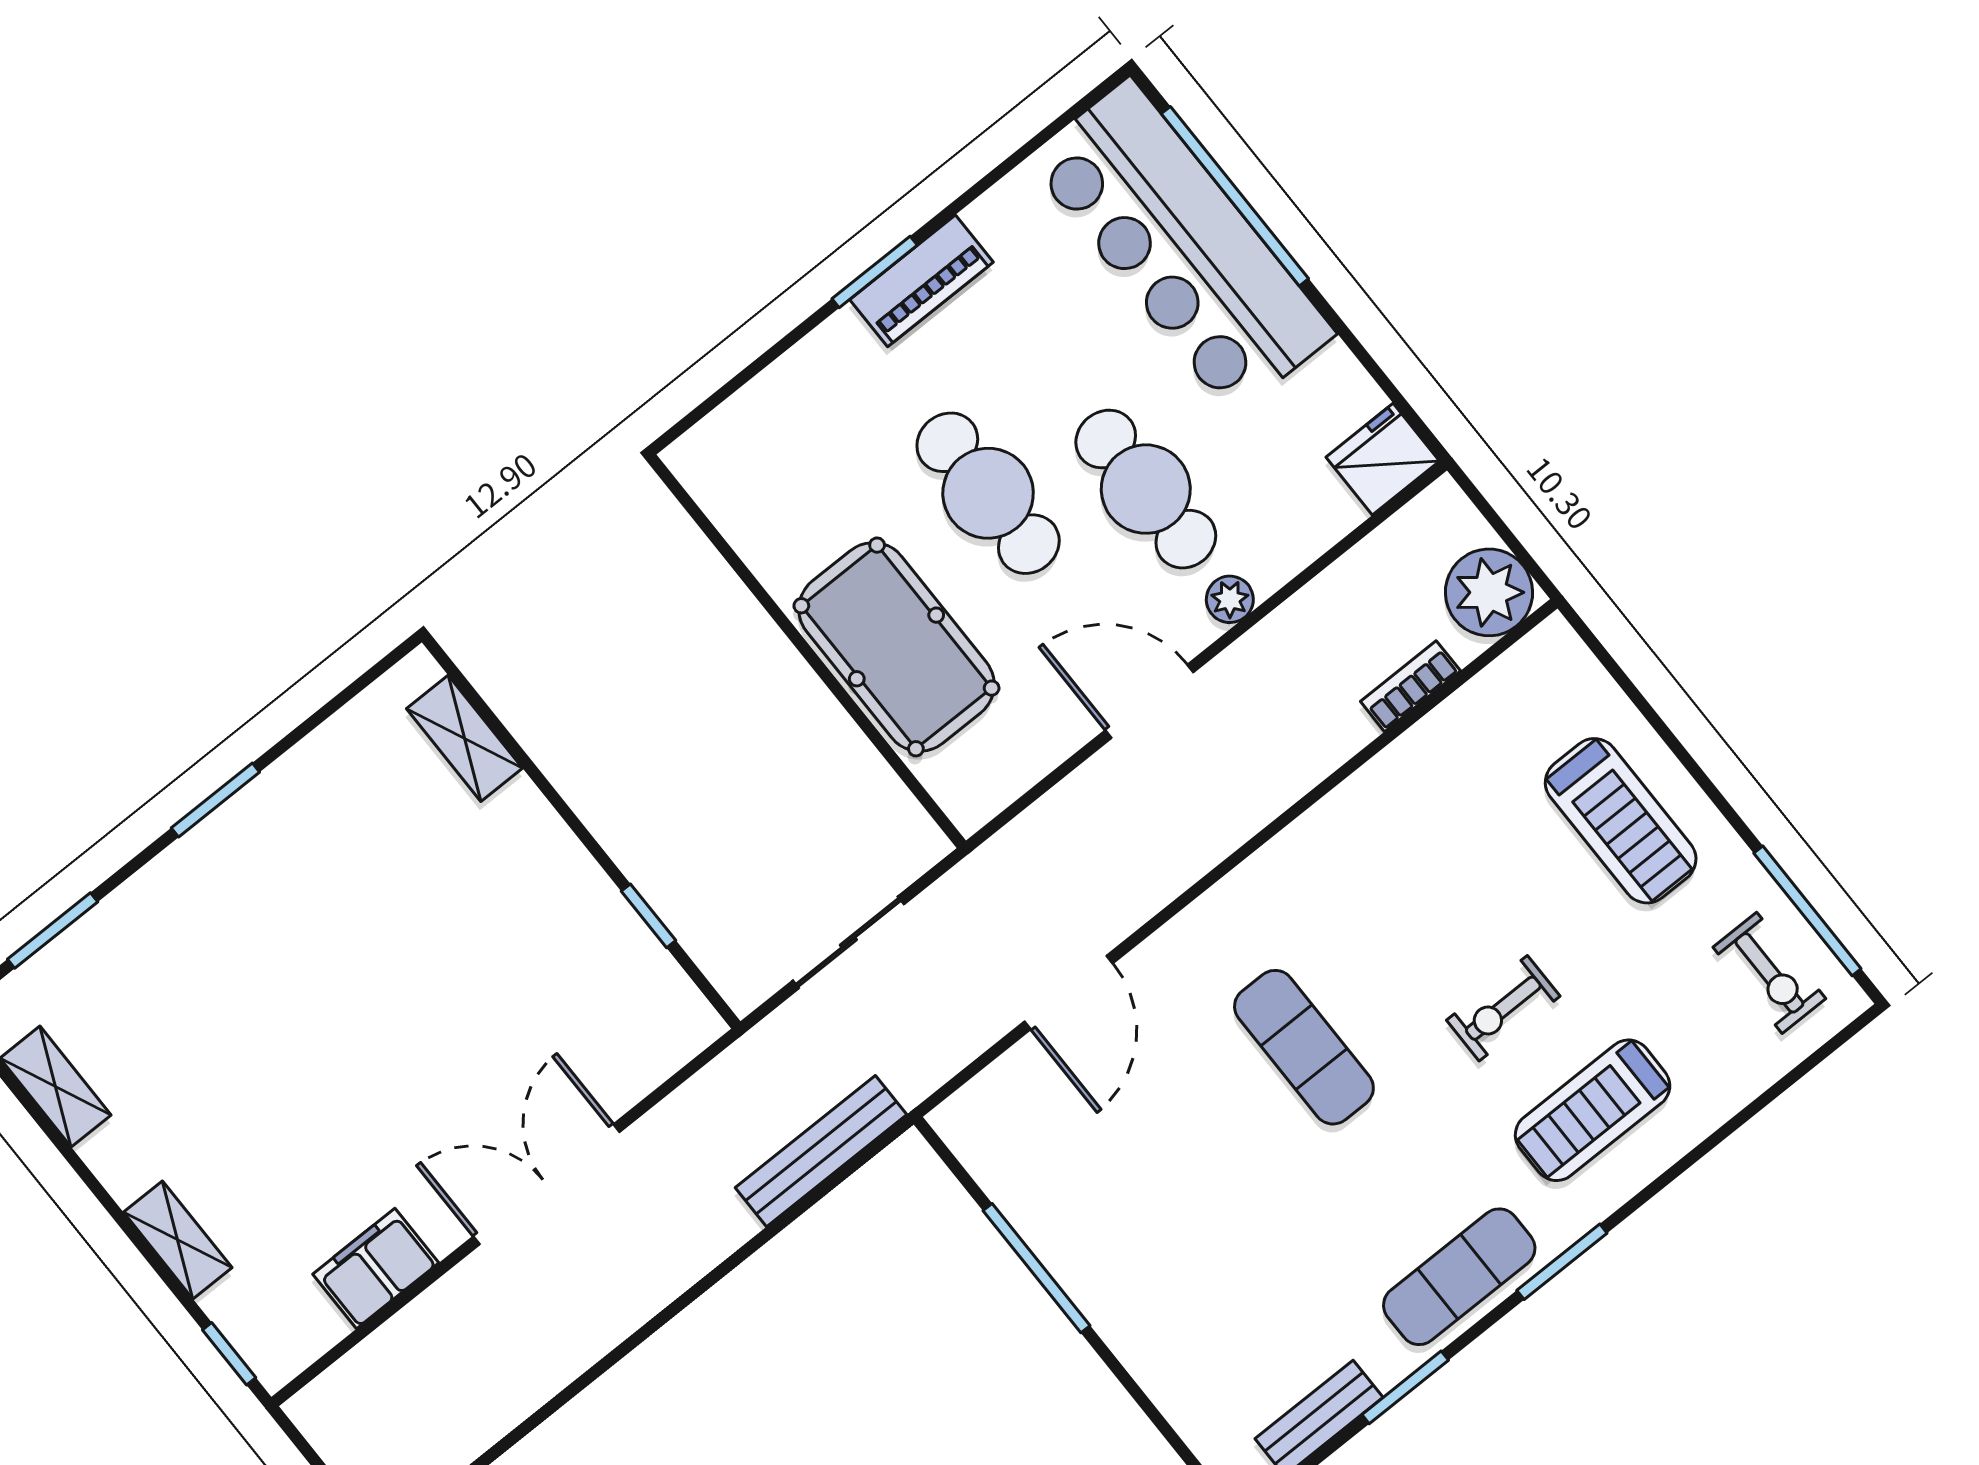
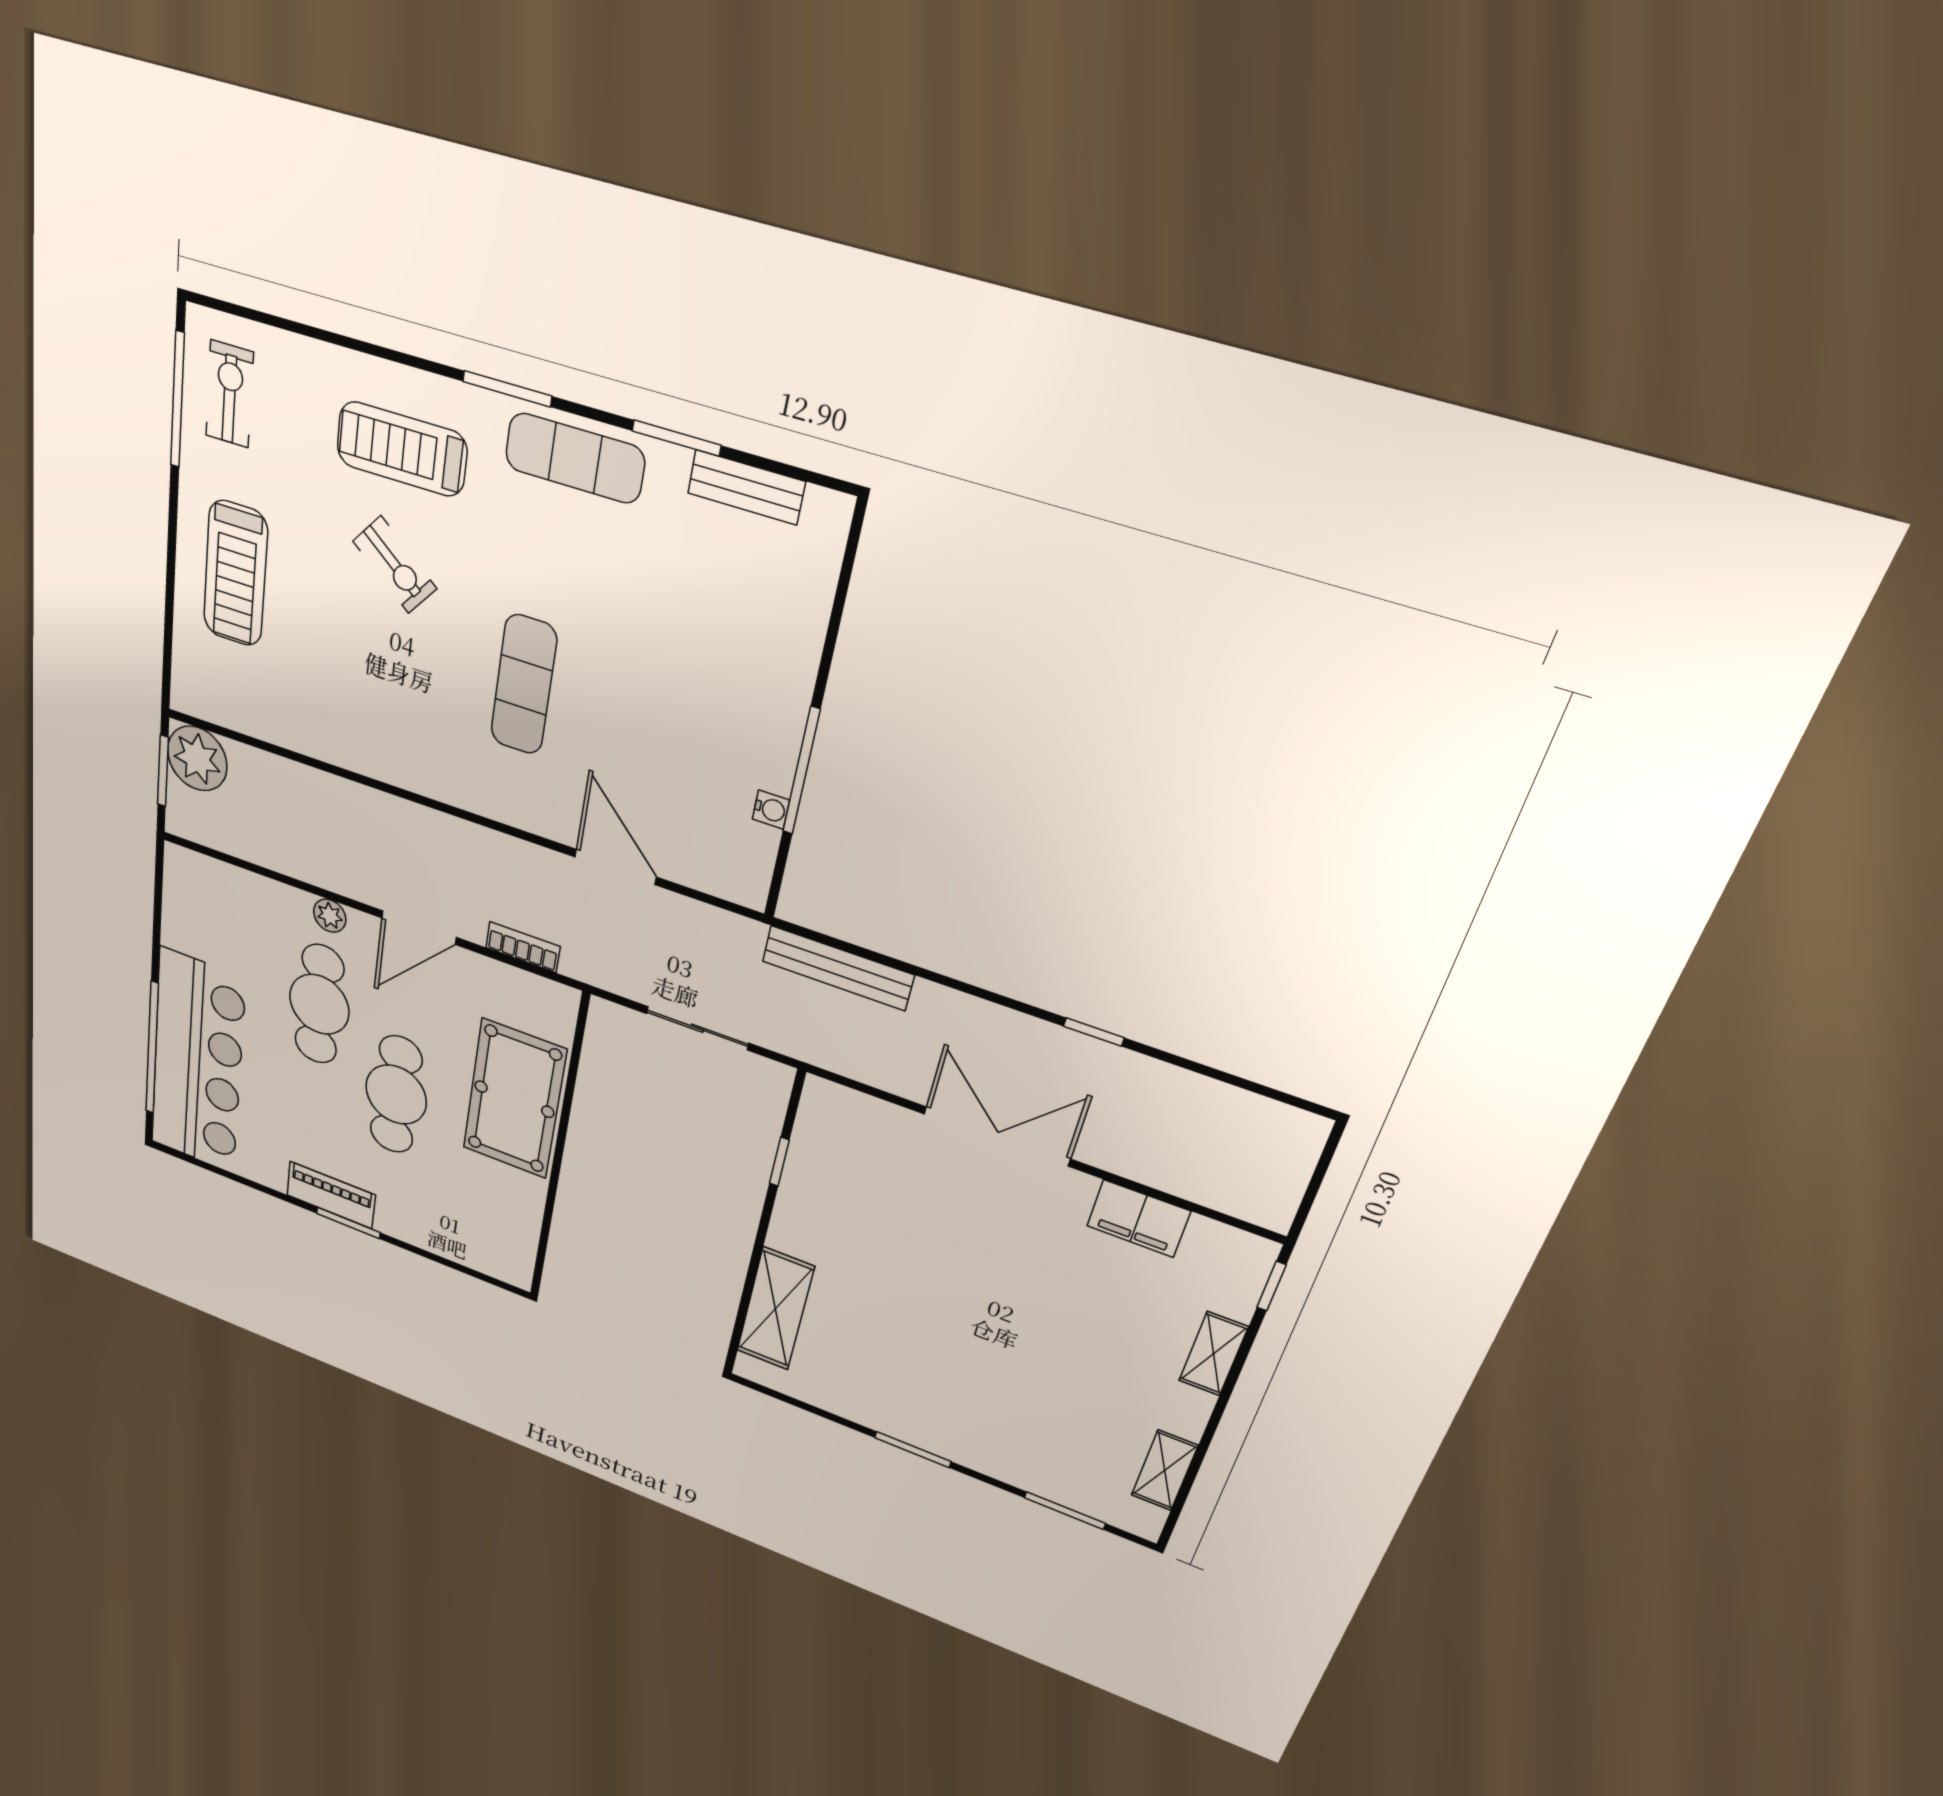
fridge: (1383, 459) -> (191, 875), removed
window: (1506, 535) -> (163, 771), added
bookcase: (1410, 686) -> (523, 947), moved, turned 180
door: (1149, 701) -> (419, 928), hinge flipped
shelving: (465, 738) -> (775, 1309), width x1.50, depth x1.33
treadmill: (1621, 821) -> (235, 574), turned 180
door: (1069, 993) -> (615, 867), hinge flipped
exercise bike: (1503, 1008) -> (395, 565), turned 39
treadmill: (1593, 1110) -> (402, 449), turned 180
double door: (547, 1184) -> (997, 1136), swing flipped
water cooler: (1020, 1208) -> (771, 809), added
window: (604, 1365) -> (1094, 1032), added

